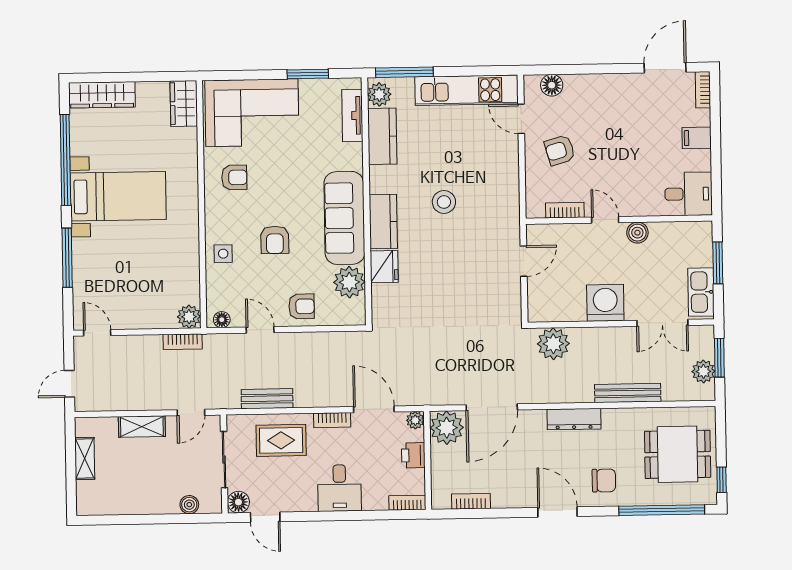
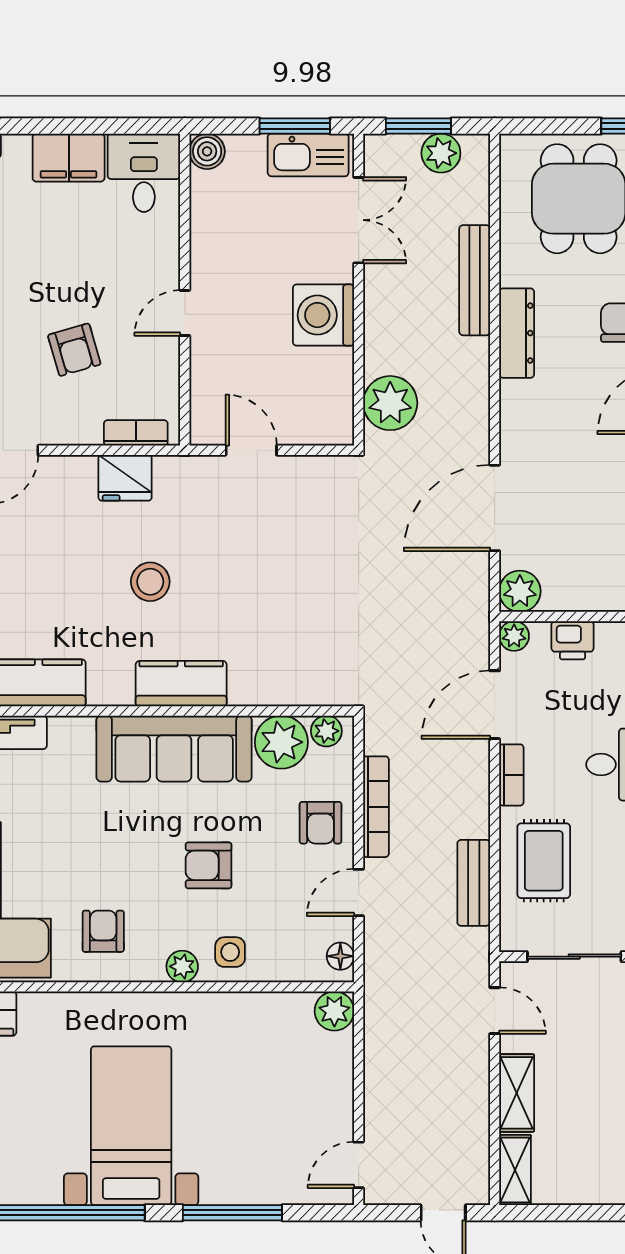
filing cabinet: (697, 138) -> (69, 158), width x2.00
armchair: (560, 150) -> (74, 350), moved
bookcase: (565, 210) -> (136, 433), moved, turned 90
plant: (214, 225) -> (182, 966), added
boiler: (637, 233) -> (207, 151), moved
armchair: (275, 240) -> (209, 865), turned 180
window: (718, 263) -> (295, 126), moved
fridge: (384, 267) -> (125, 478), moved, turned 180
armchair: (301, 306) -> (321, 823), turned 180
plant: (356, 309) -> (326, 731), added
bookcase: (183, 342) -> (376, 807), moved, width x1.56
door: (492, 407) -> (495, 508), swing flipped
dresser: (574, 419) -> (517, 333), moved
plant: (447, 428) -> (520, 591), width x0.73, depth x0.73
shelving: (85, 458) -> (515, 1170), moved, turned 90

